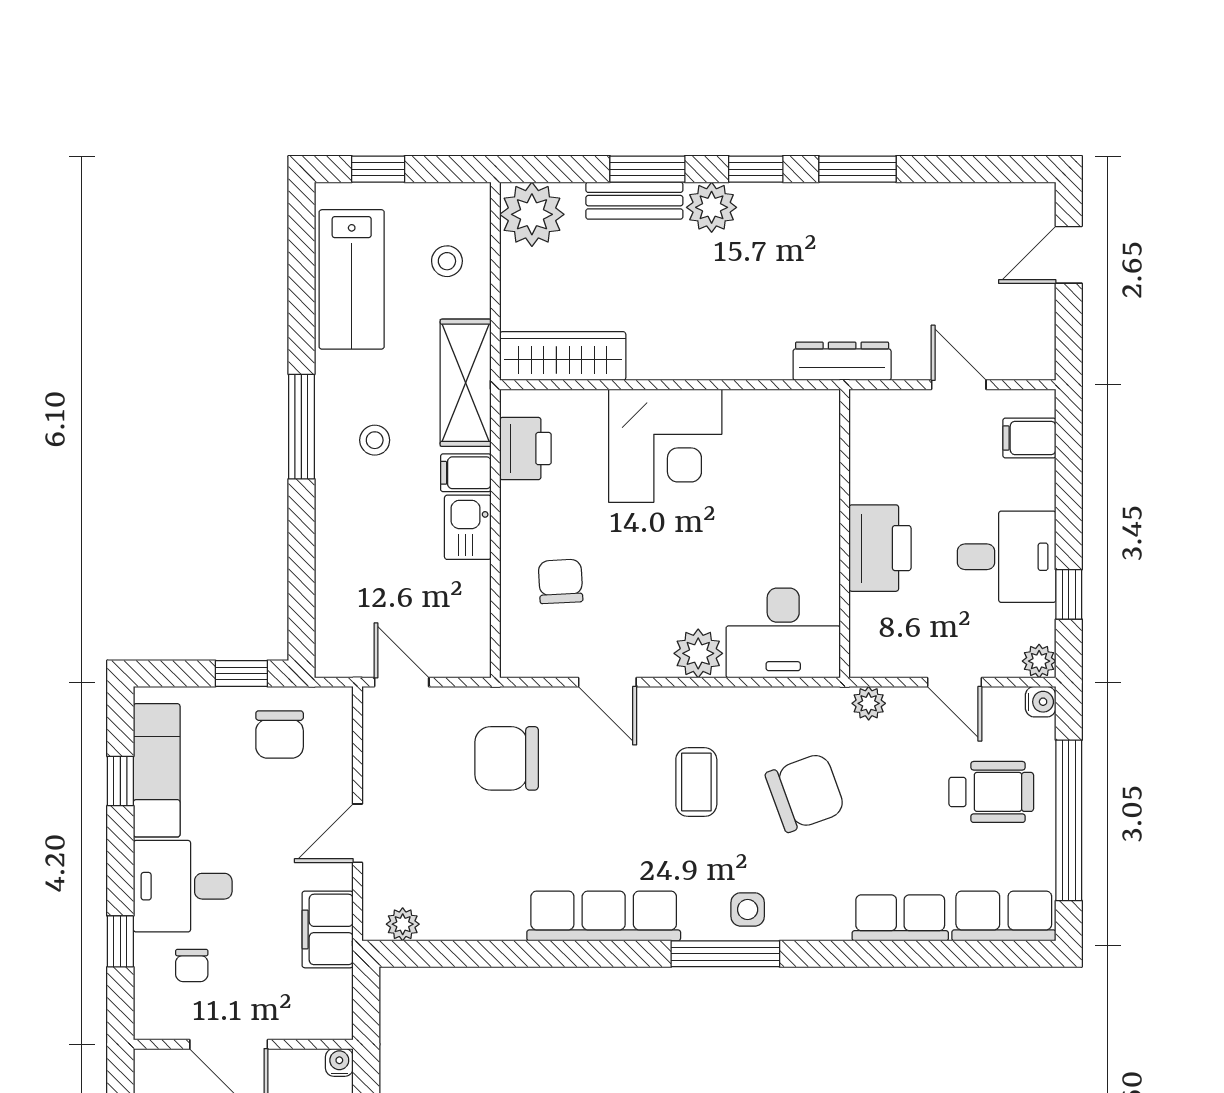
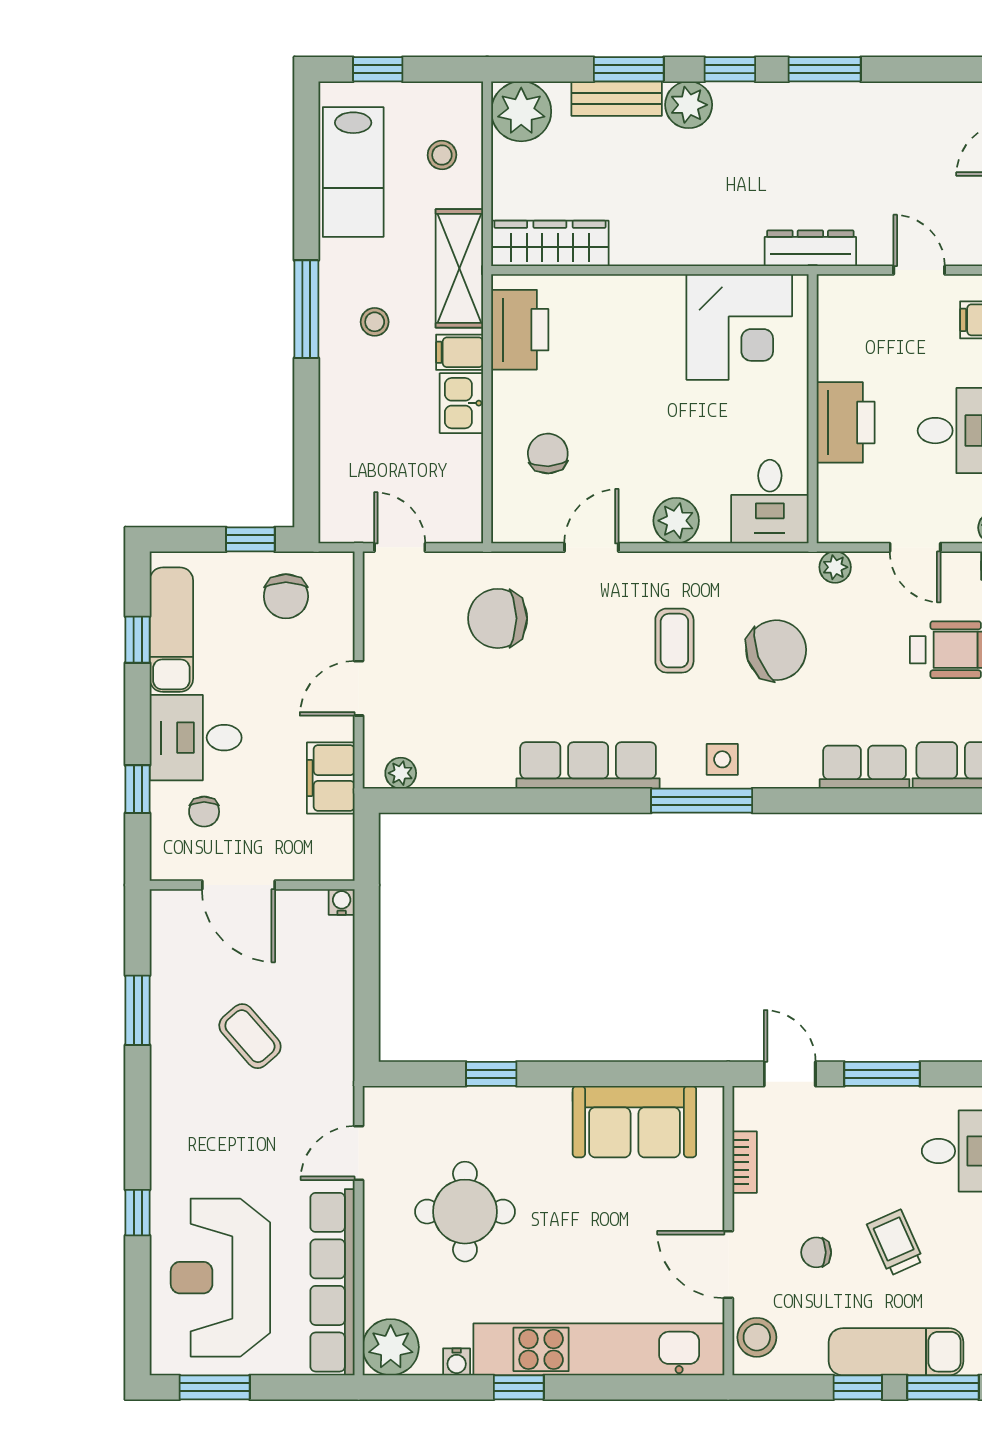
corner desk: (665, 446) -> (739, 327), moved
printer: (525, 449) -> (520, 330), width x1.37, depth x1.19
desk: (783, 633) -> (770, 502), width x0.73
door: (607, 682) -> (591, 547), swing flipped

